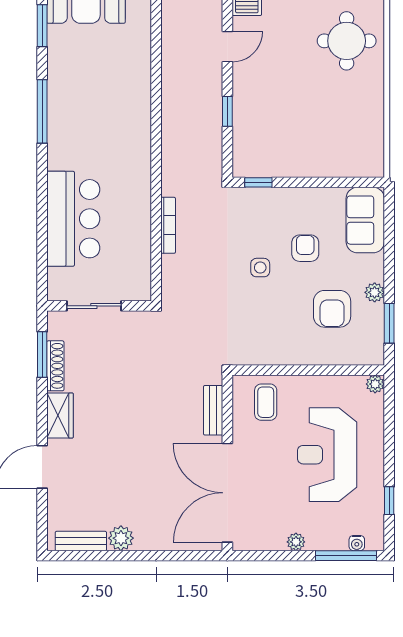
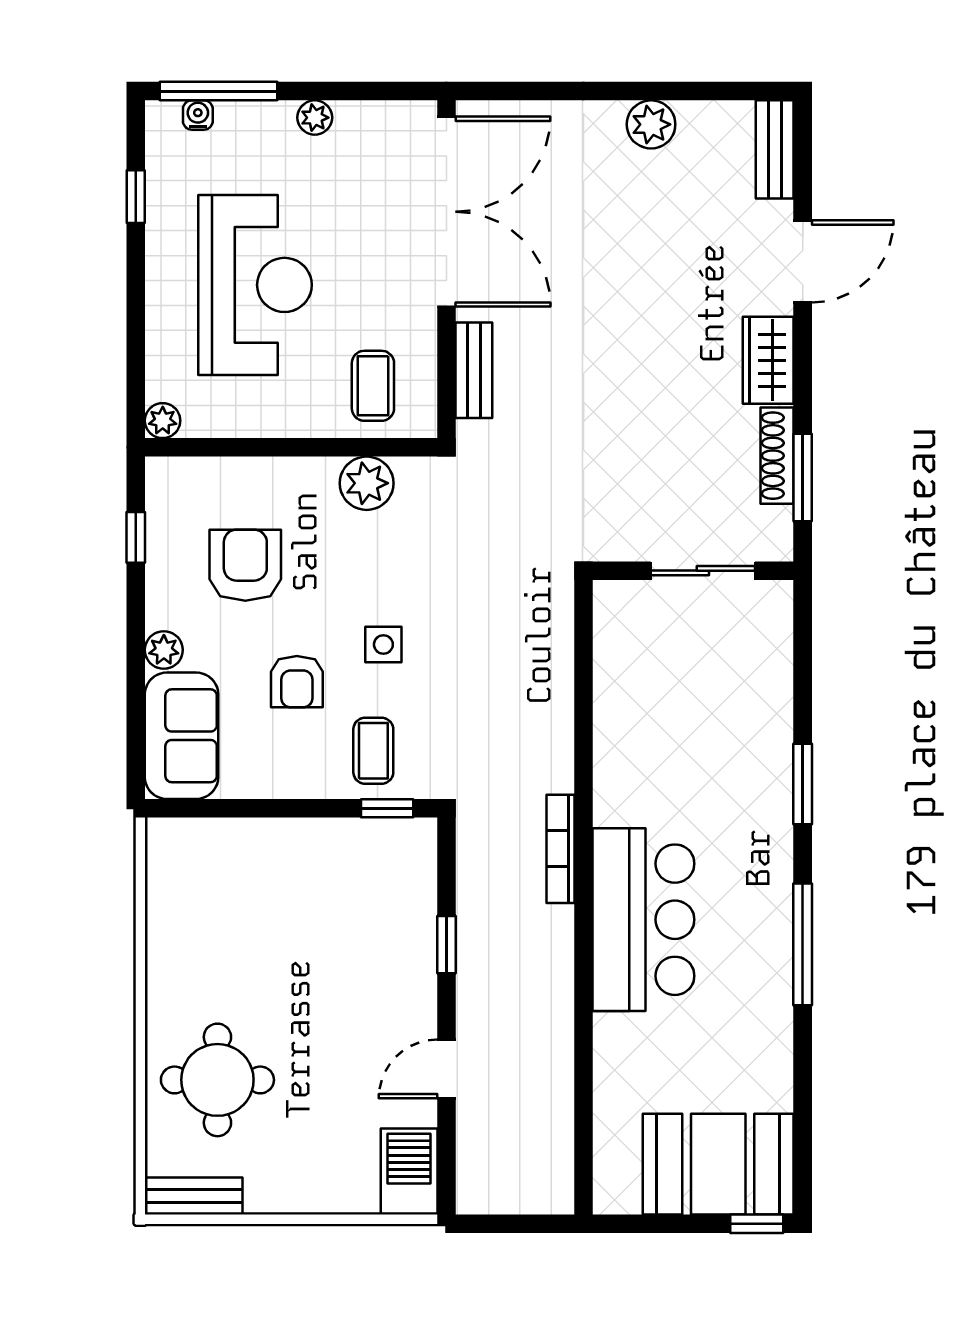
window: (42, 26) -> (803, 784), moved
coffee table: (265, 212) -> (373, 751), added
bar counter: (73, 219) -> (643, 920), moved, turned 180
bookcase: (168, 225) -> (560, 849), moved
plant: (375, 292) -> (164, 650), moved
window: (389, 323) -> (136, 537), width x0.67
plant: (269, 351) -> (367, 483), added
bench: (81, 541) -> (775, 149), moved, turned 90

